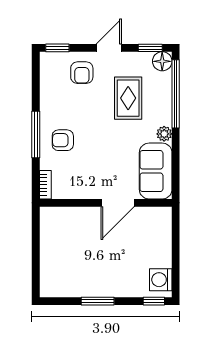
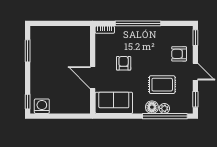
floor lamp: (162, 61) -> (152, 107), moved
window: (36, 134) -> (138, 23), width x1.46
plant: (164, 134) -> (164, 108), moved
armchair: (63, 140) -> (124, 63), moved
window: (98, 301) -> (28, 51), moved

